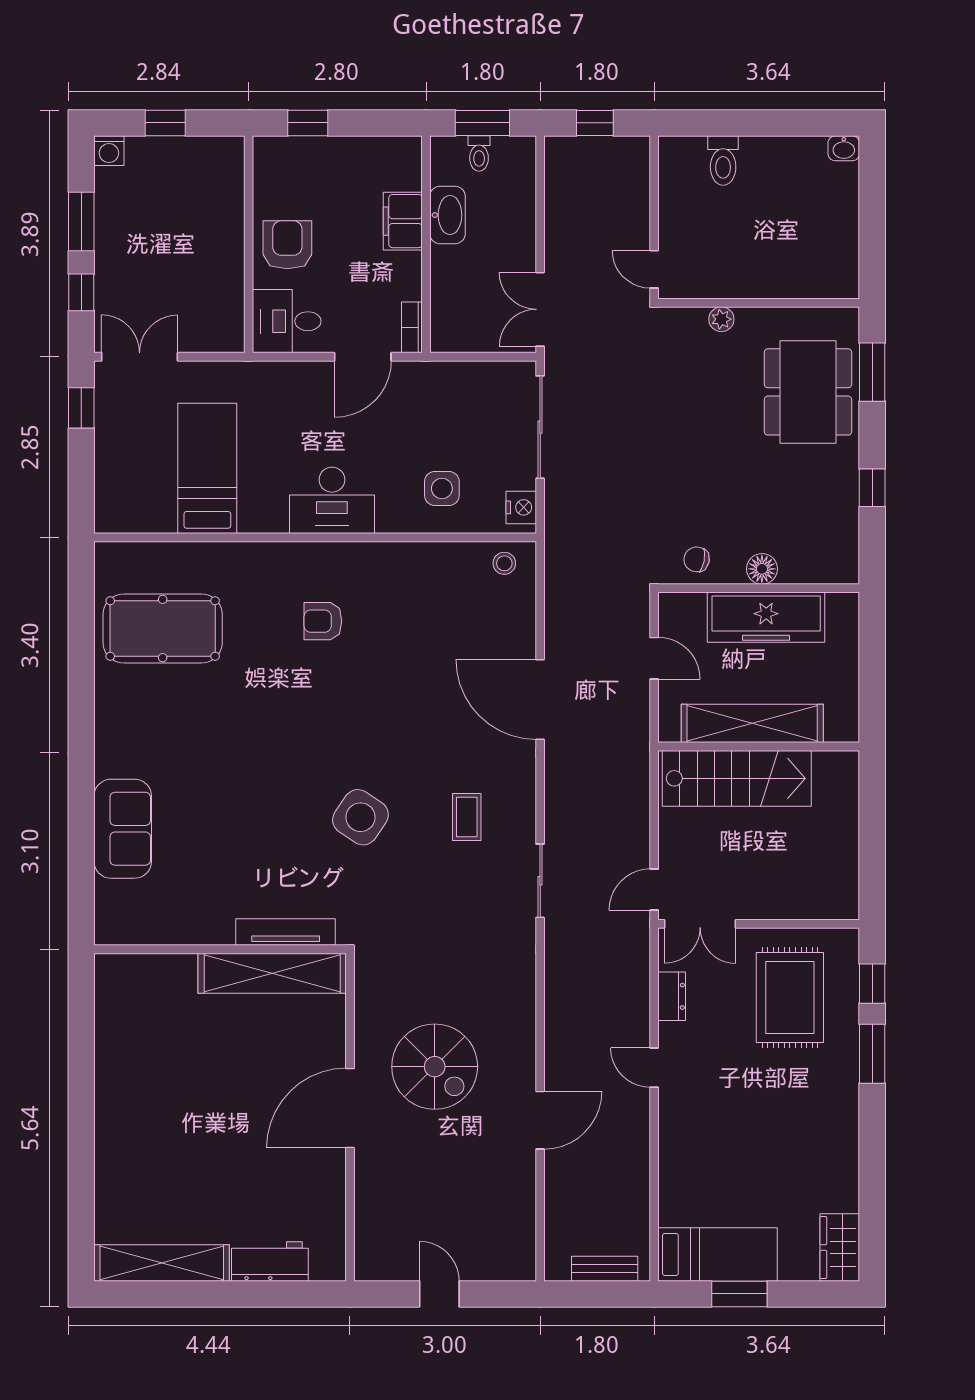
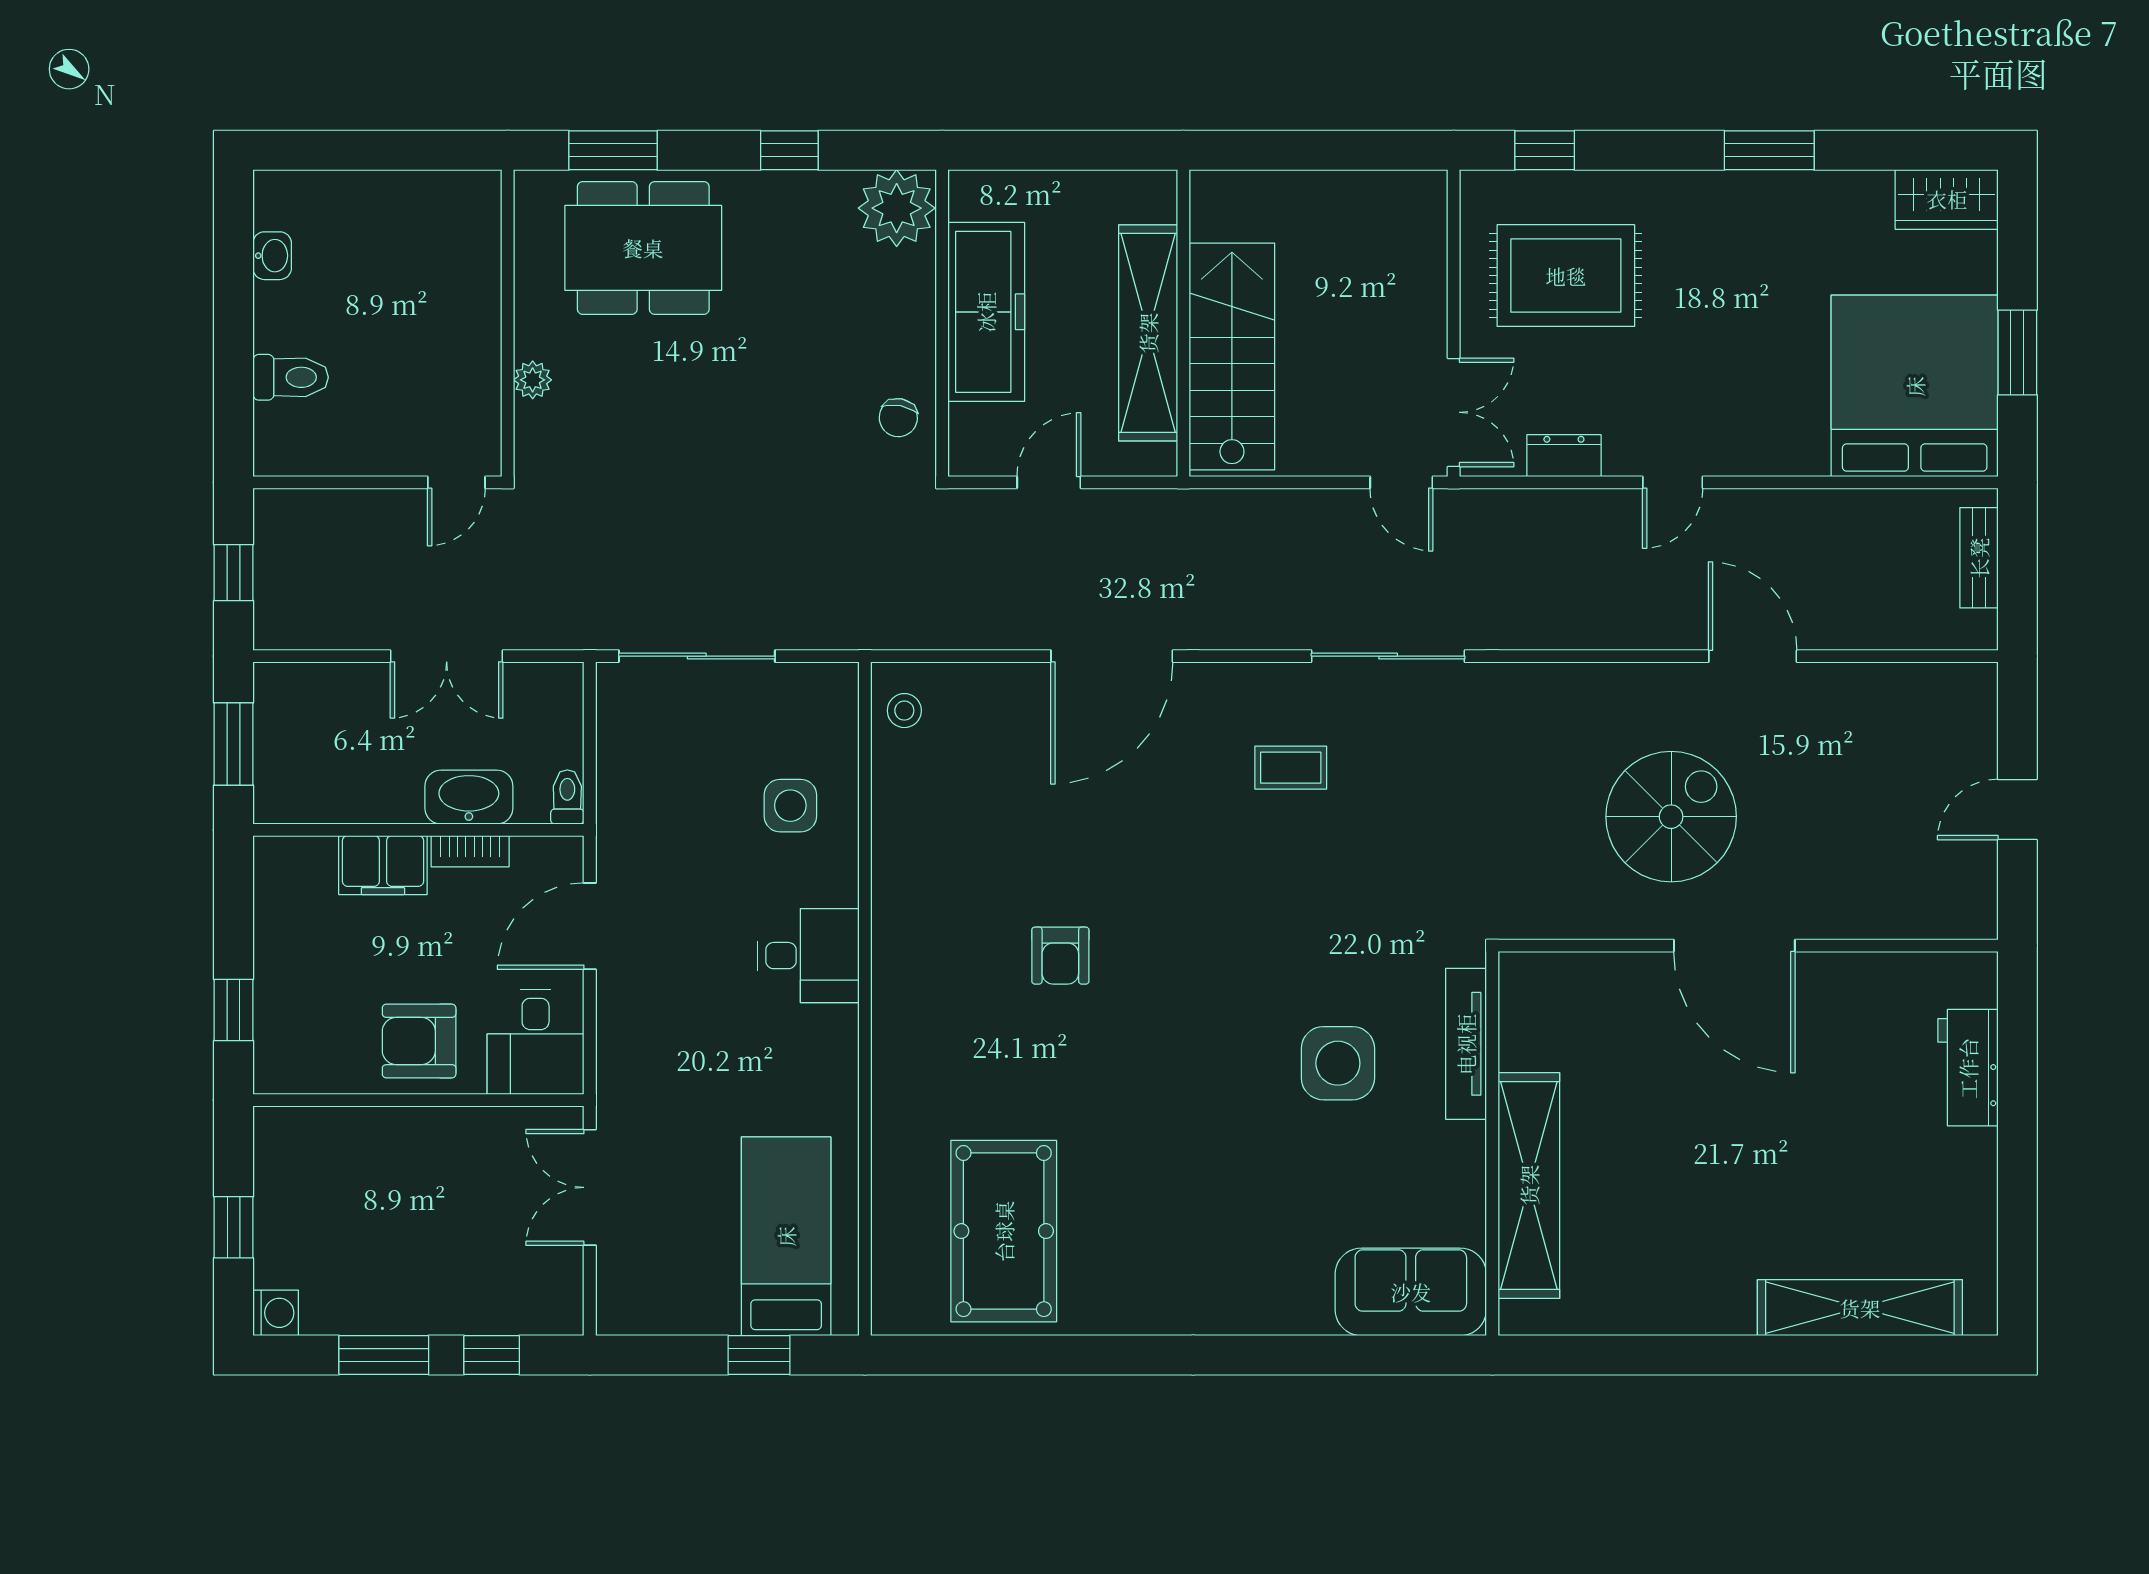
washbasin: (844, 148) -> (272, 256), moved
toilet: (479, 153) -> (567, 797), moved, turned -90
washbasin: (447, 215) -> (469, 797), moved
double door: (540, 309) -> (447, 656), moved
bookcase: (412, 327) -> (470, 851), moved
double door: (140, 357) -> (590, 1187), moved
door: (363, 357) -> (590, 926), swing flipped
window: (81, 408) -> (759, 1355), moved
bed: (207, 468) -> (786, 1236), moved, turned 90
desk: (332, 500) -> (808, 956), width x0.73
nightstand: (521, 507) -> (819, 685), removed
plant: (834, 558) -> (897, 208), added
floor lamp: (762, 569) -> (913, 318), removed
armchair: (323, 621) -> (1060, 956), moved
side table: (360, 817) -> (1338, 1063), moved, turned -34
sofa: (123, 829) -> (1411, 1292), moved
sliding door: (540, 881) -> (1388, 656), width x1.37
shelving: (272, 973) -> (1529, 1185), moved
window: (872, 1054) -> (1769, 150), moved
bed: (717, 1254) -> (1915, 386), width x2.04
shelving: (162, 1263) -> (1860, 1308), moved, turned 90

